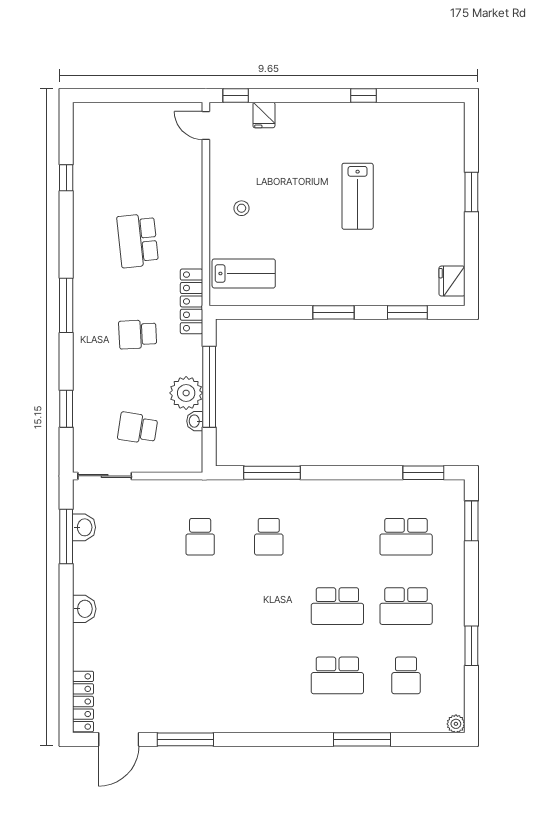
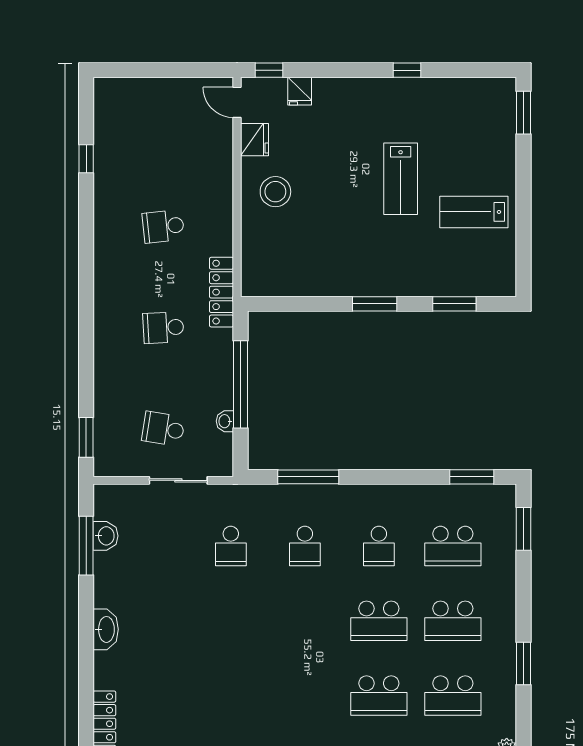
window: (471, 192) -> (523, 113), moved
stool: (242, 208) -> (275, 192), width x1.89, depth x1.89
school desk: (138, 240) -> (163, 226), width x0.54
lab bench: (244, 273) -> (474, 212), moved, turned 180
fridge: (452, 281) -> (254, 140), moved, turned 180
window: (66, 305) -> (86, 297), removed
plant: (186, 393) -> (216, 391), removed
window: (66, 409) -> (86, 437), moved
sliding door: (105, 476) -> (178, 480), moved
school desk: (337, 537) -> (379, 546), added
washbasin: (84, 609) -> (106, 629), width x1.38
school desk: (406, 675) -> (453, 696), width x1.85

